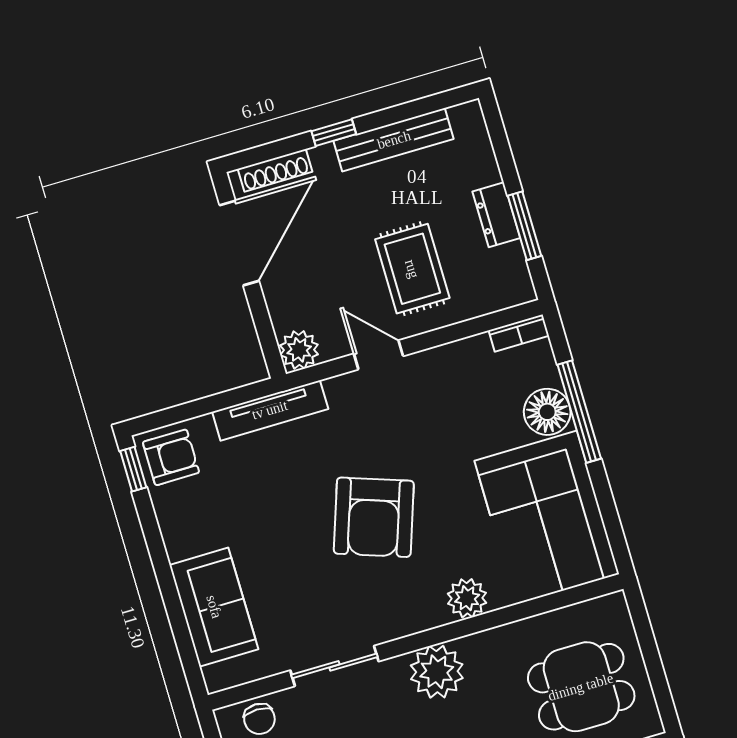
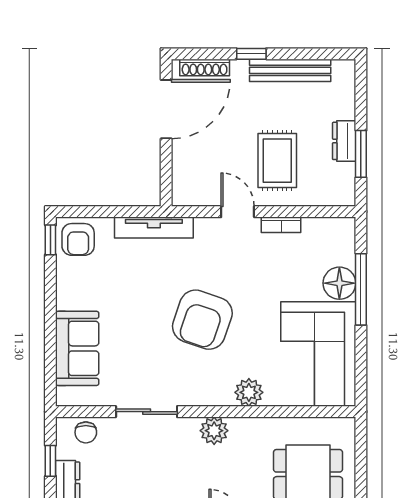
bookcase: (519, 333) -> (281, 225), moved
plant: (299, 350) -> (185, 193), removed
armchair: (171, 457) -> (78, 239), turned 90
plant: (437, 672) -> (214, 431), width x0.73, depth x0.73

